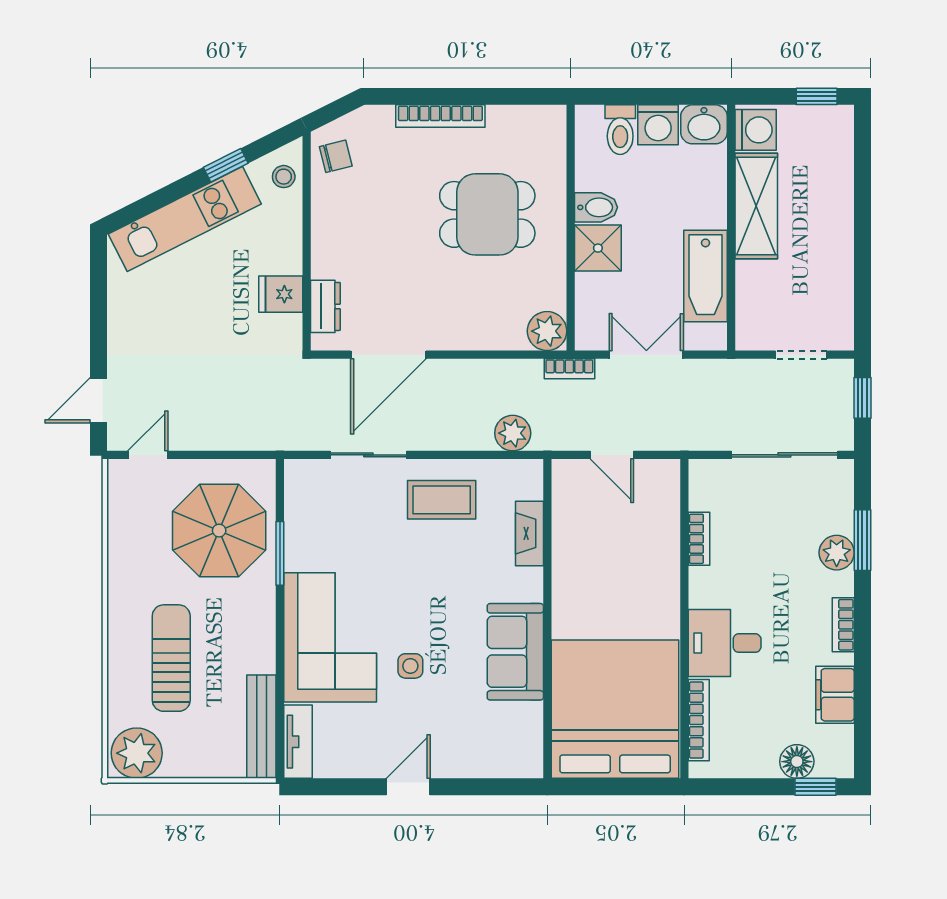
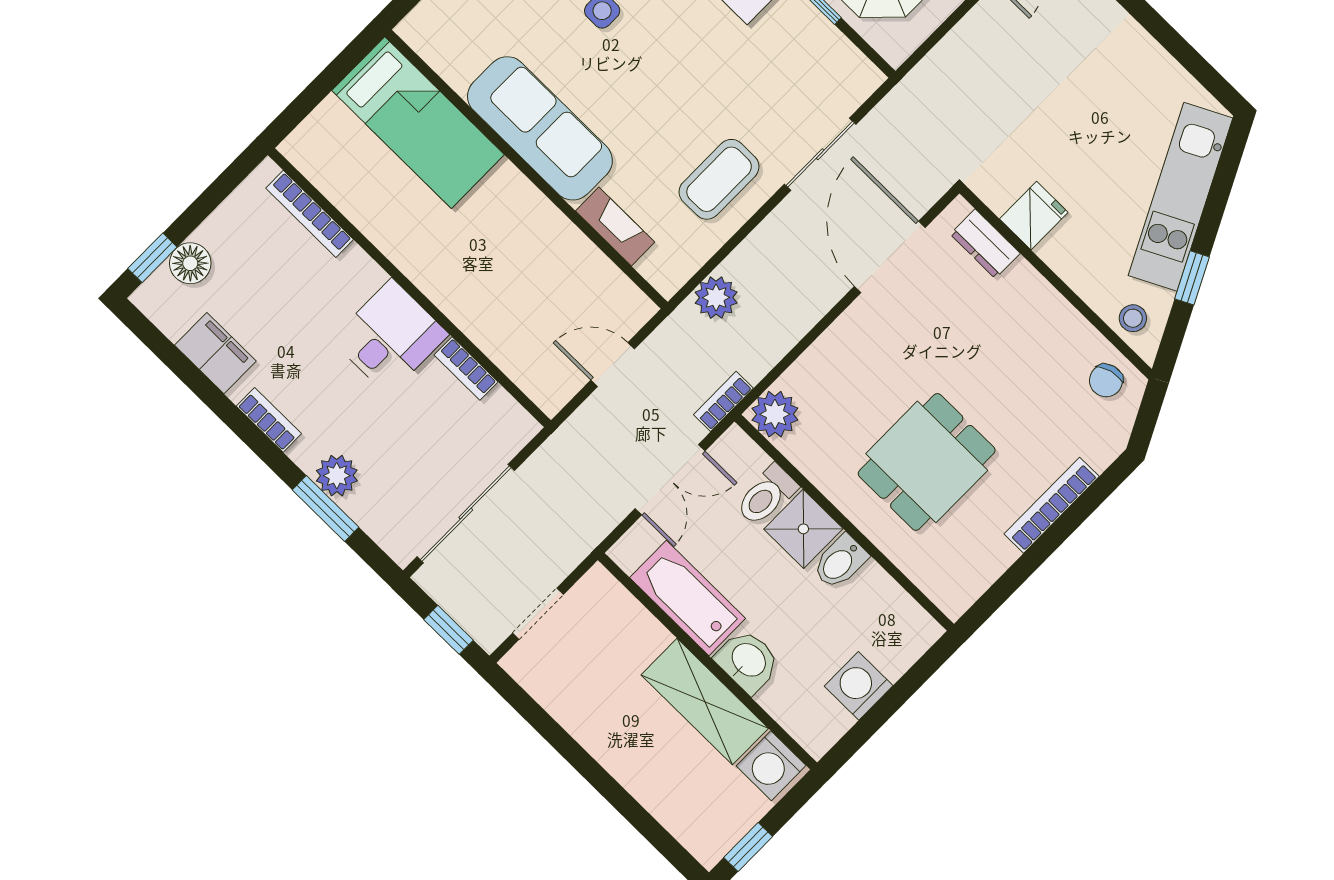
washbasin: (704, 124) -> (748, 661), moved, turned 90
toilet: (620, 130) -> (766, 495), moved, turned -90
desk: (725, 643) -> (390, 337), moved
sofa: (515, 652) -> (540, 128), width x1.36
bed: (615, 709) -> (418, 123), width x0.49

